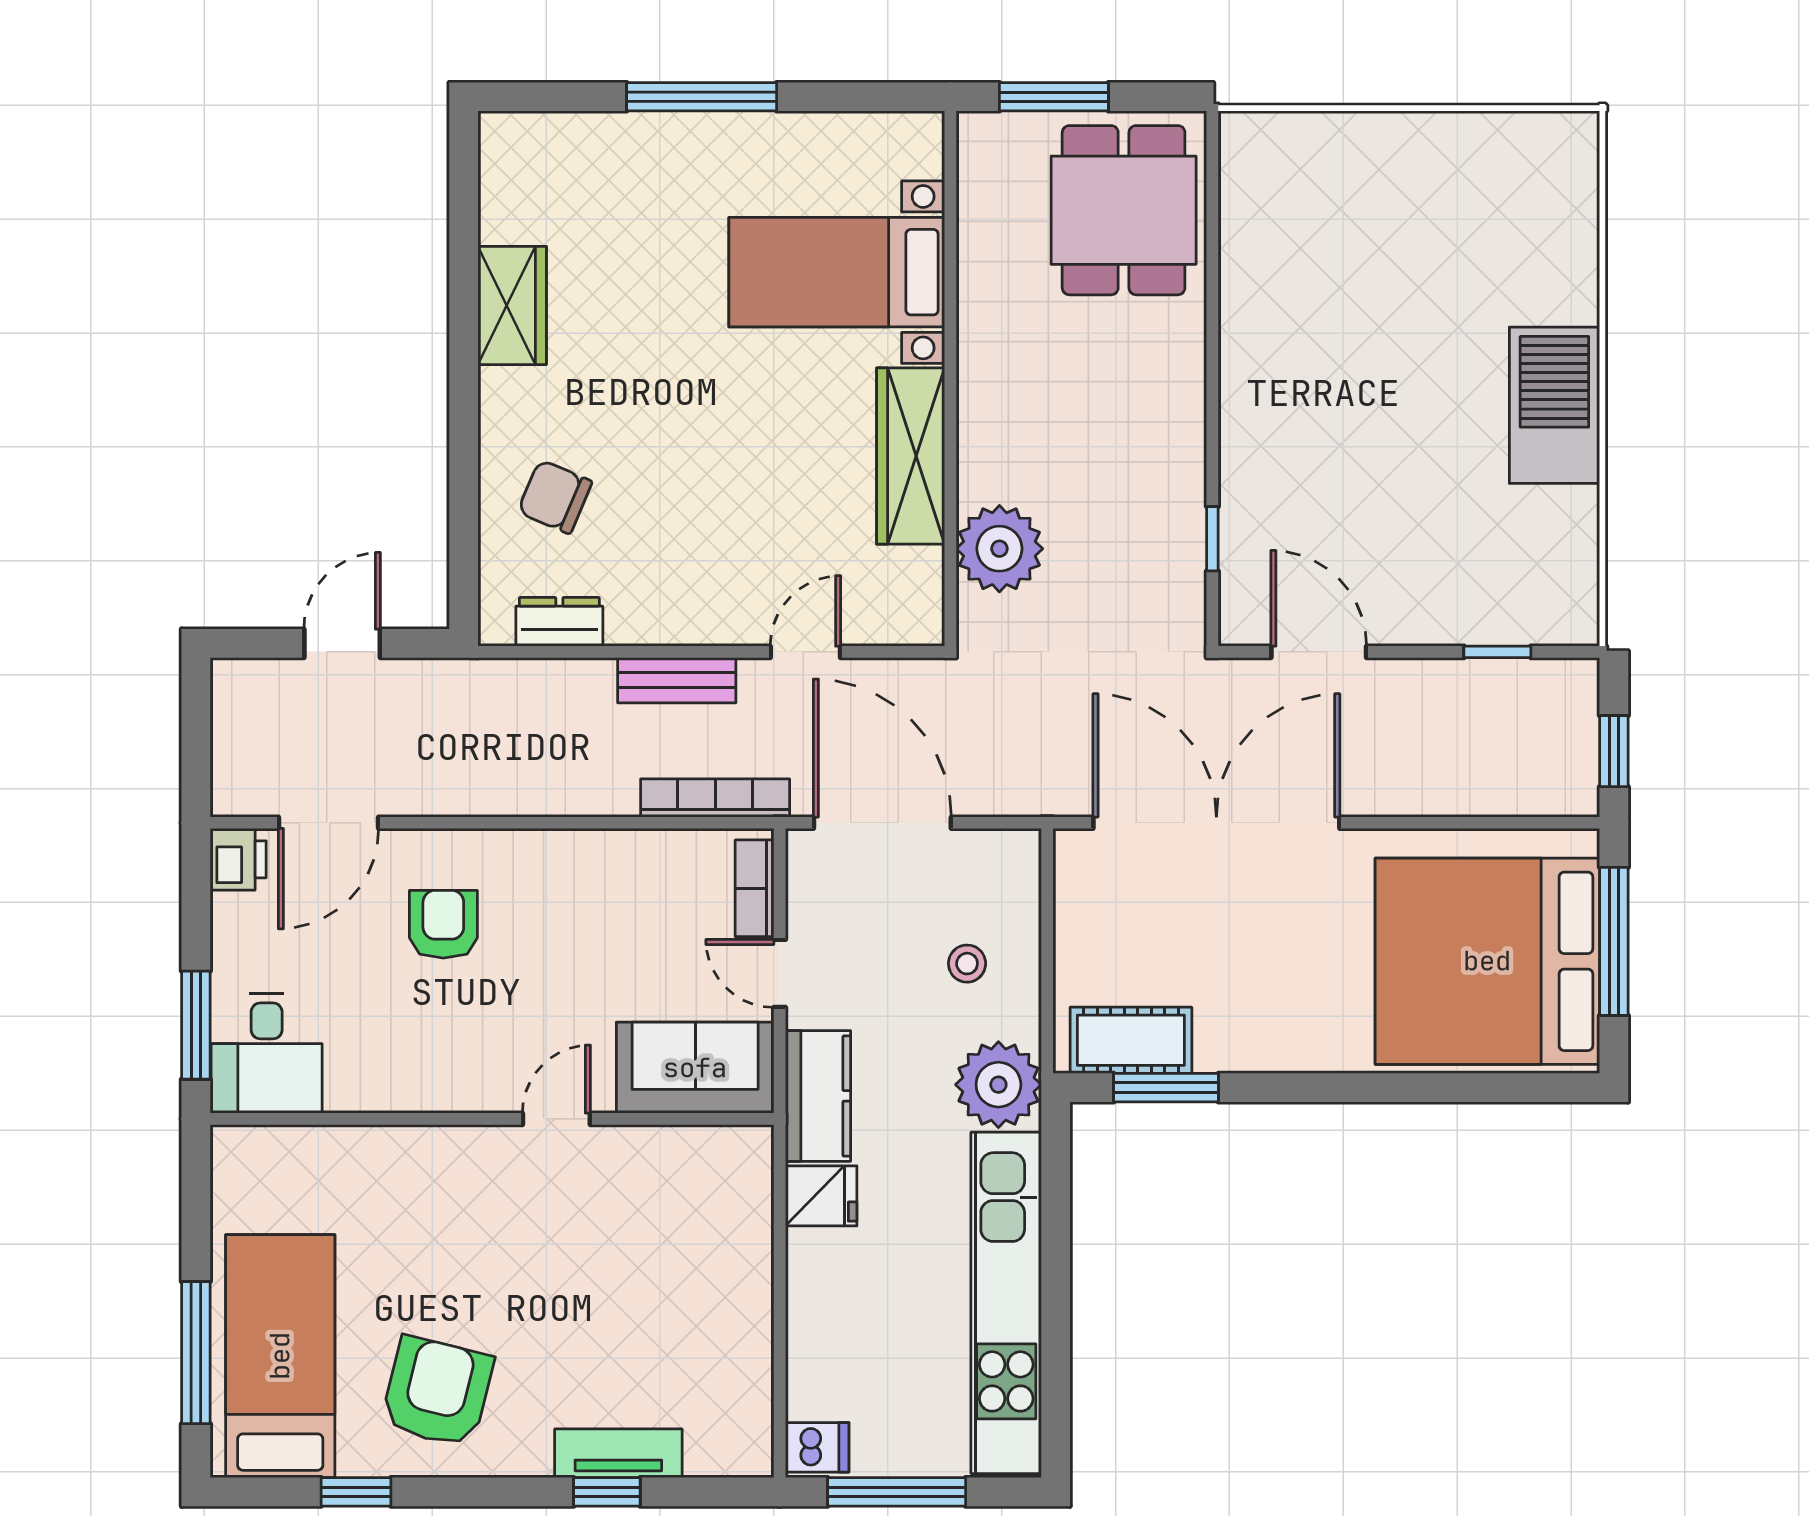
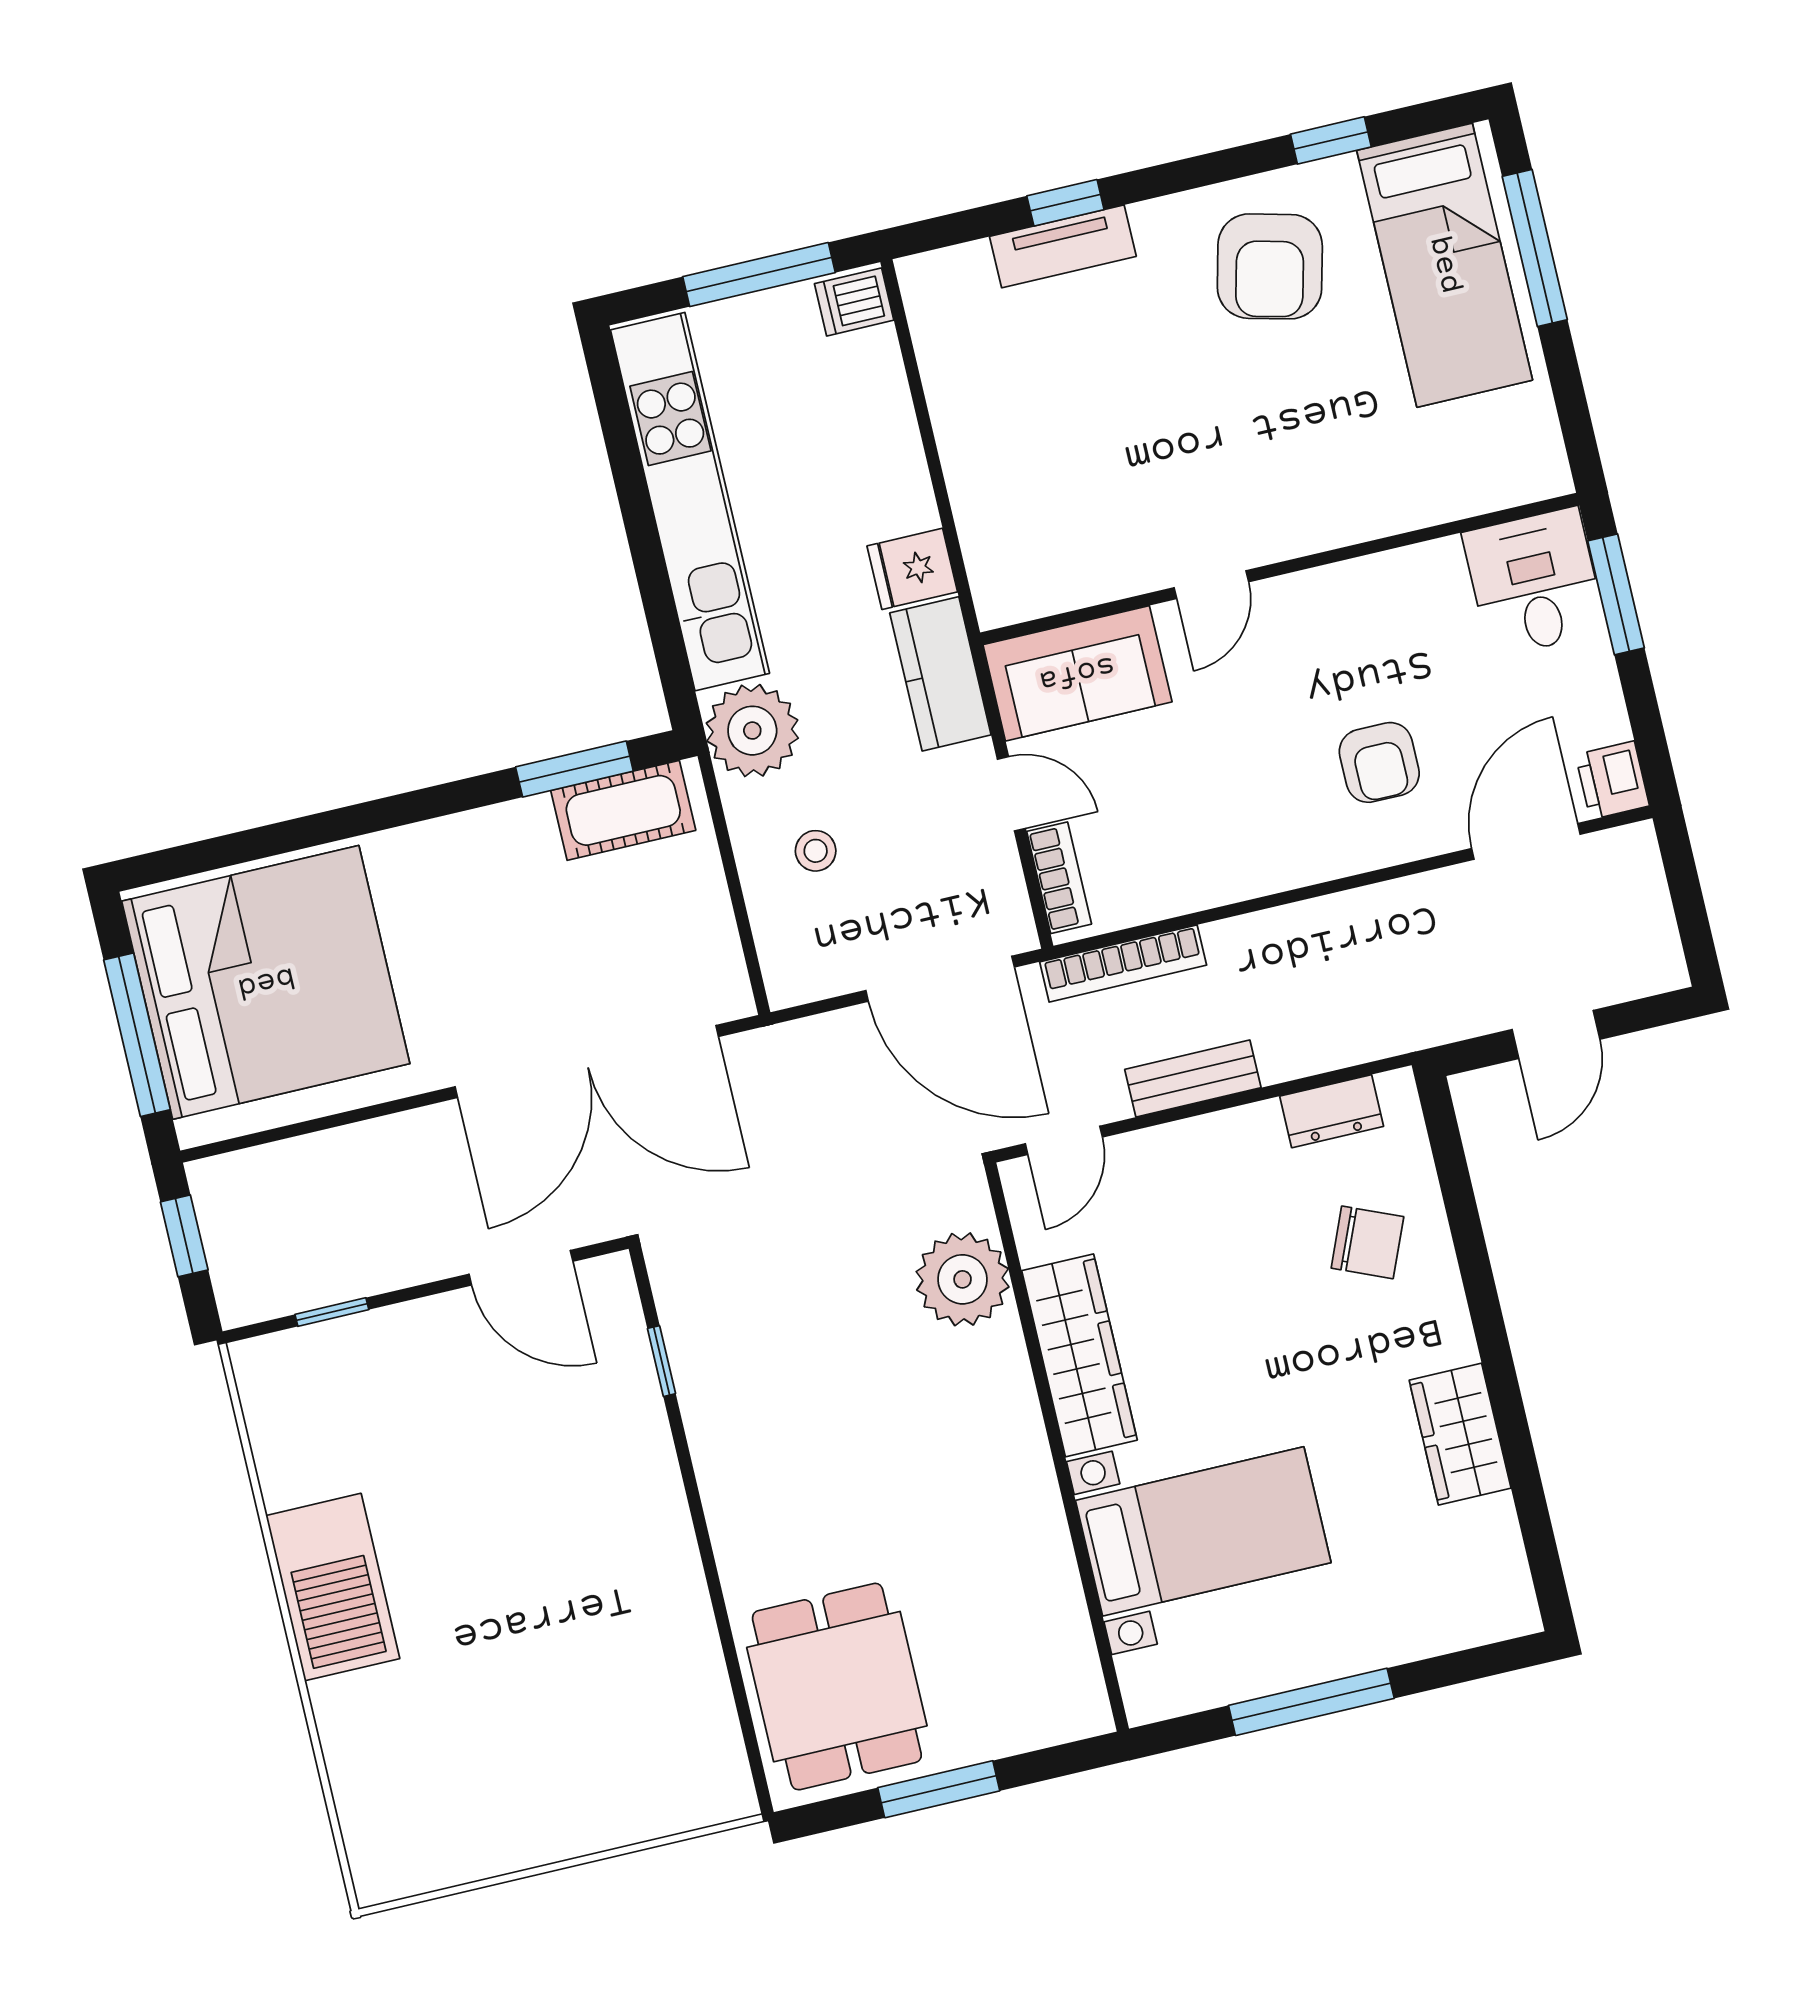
bed with nightstands: (837, 272) -> (1203, 1531), moved
wall: (950, 379) -> (1057, 1447), moved
wardrobe: (911, 456) -> (1079, 1355), moved
plant: (999, 549) -> (963, 1279), moved

